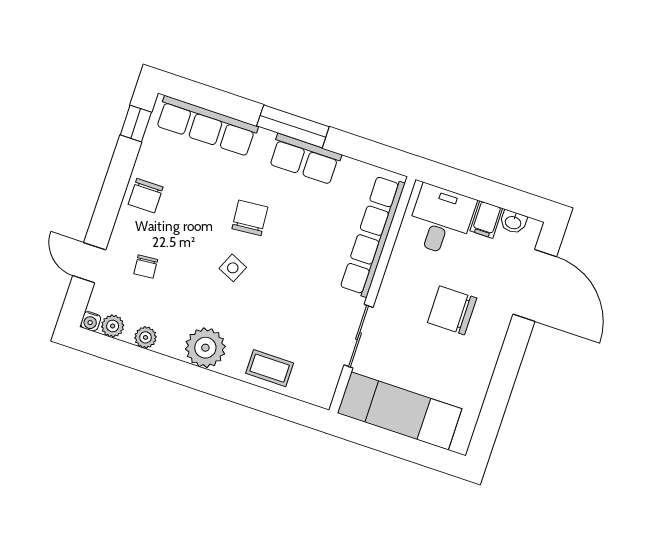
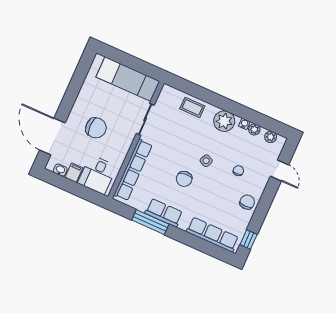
window: (293, 126) -> (150, 222), moved
chair: (250, 218) -> (184, 179), moved
chair: (146, 267) -> (238, 171), moved
water cooler: (91, 321) -> (244, 124), moved

